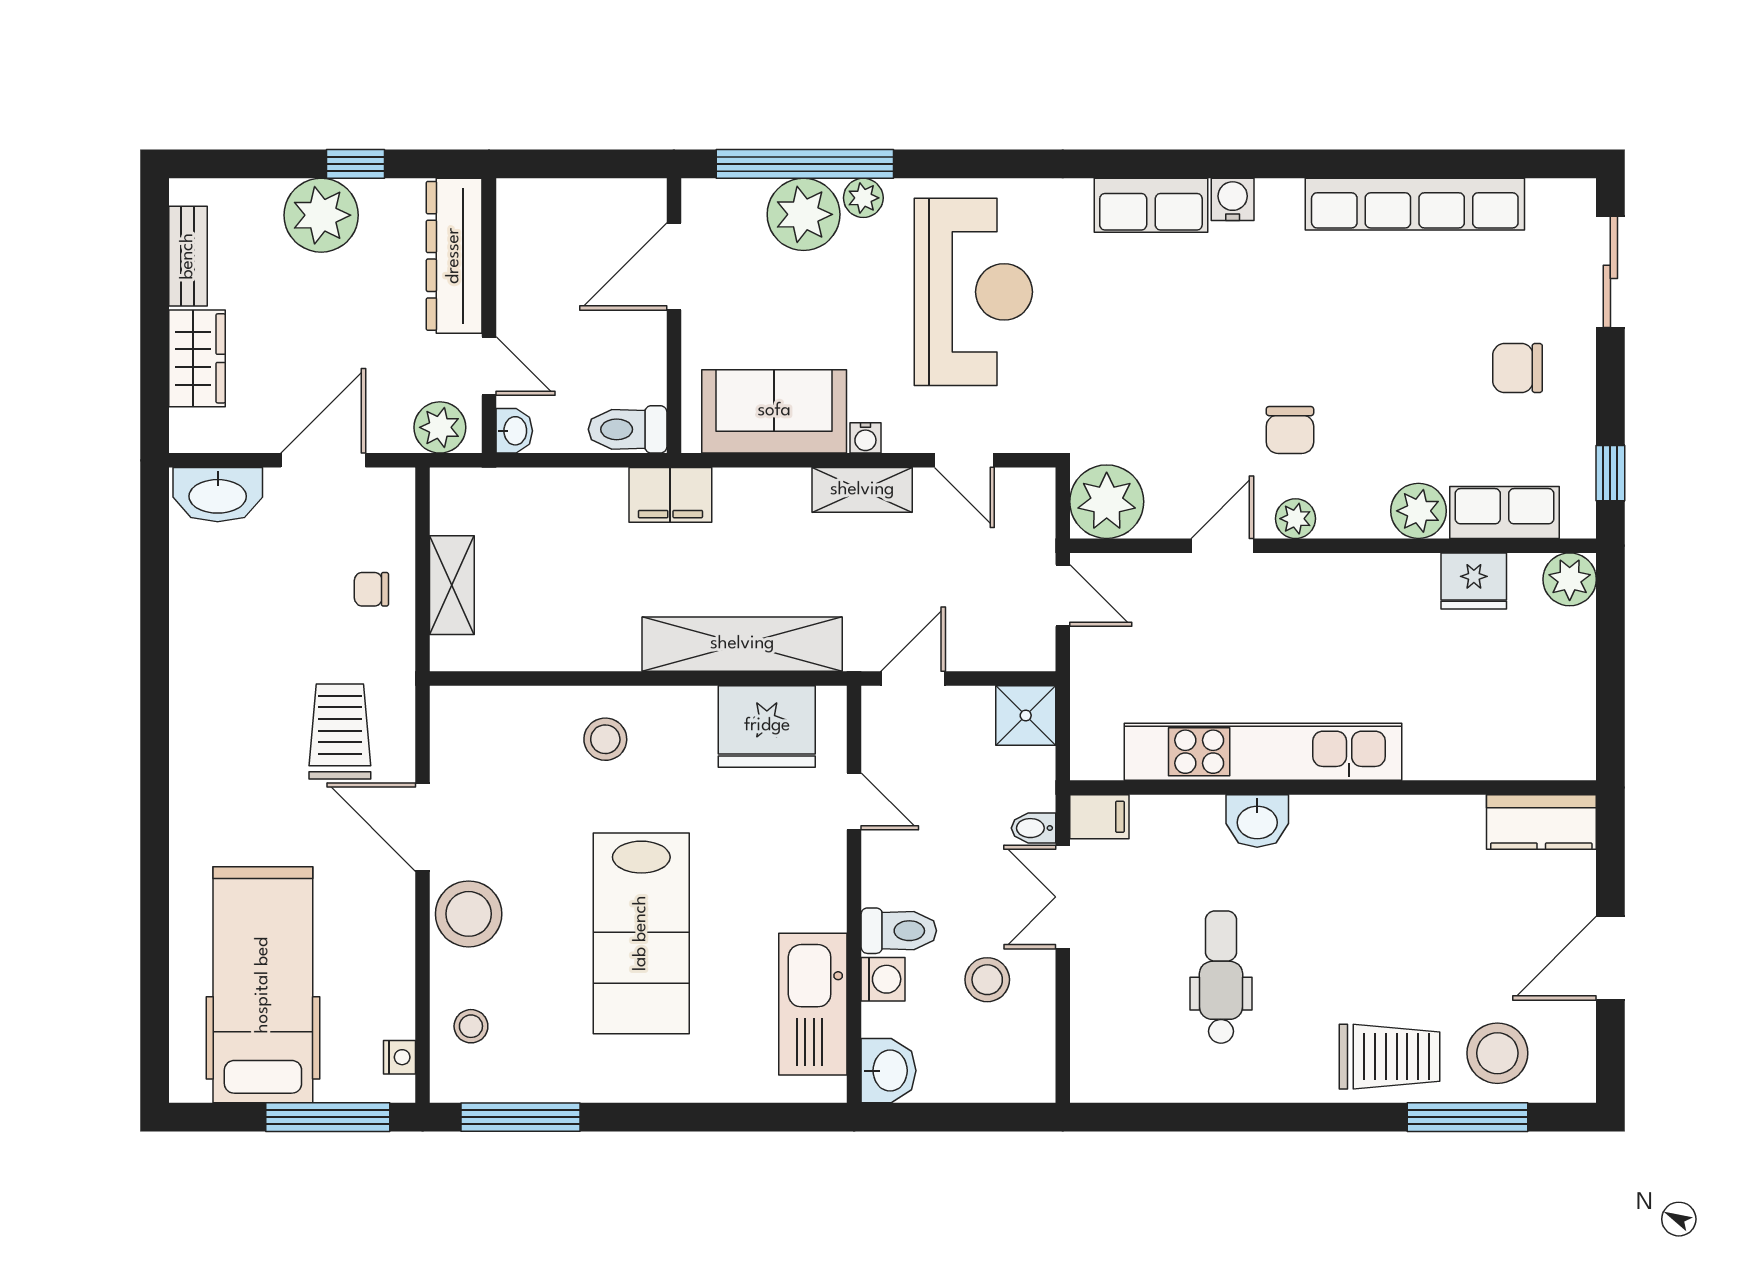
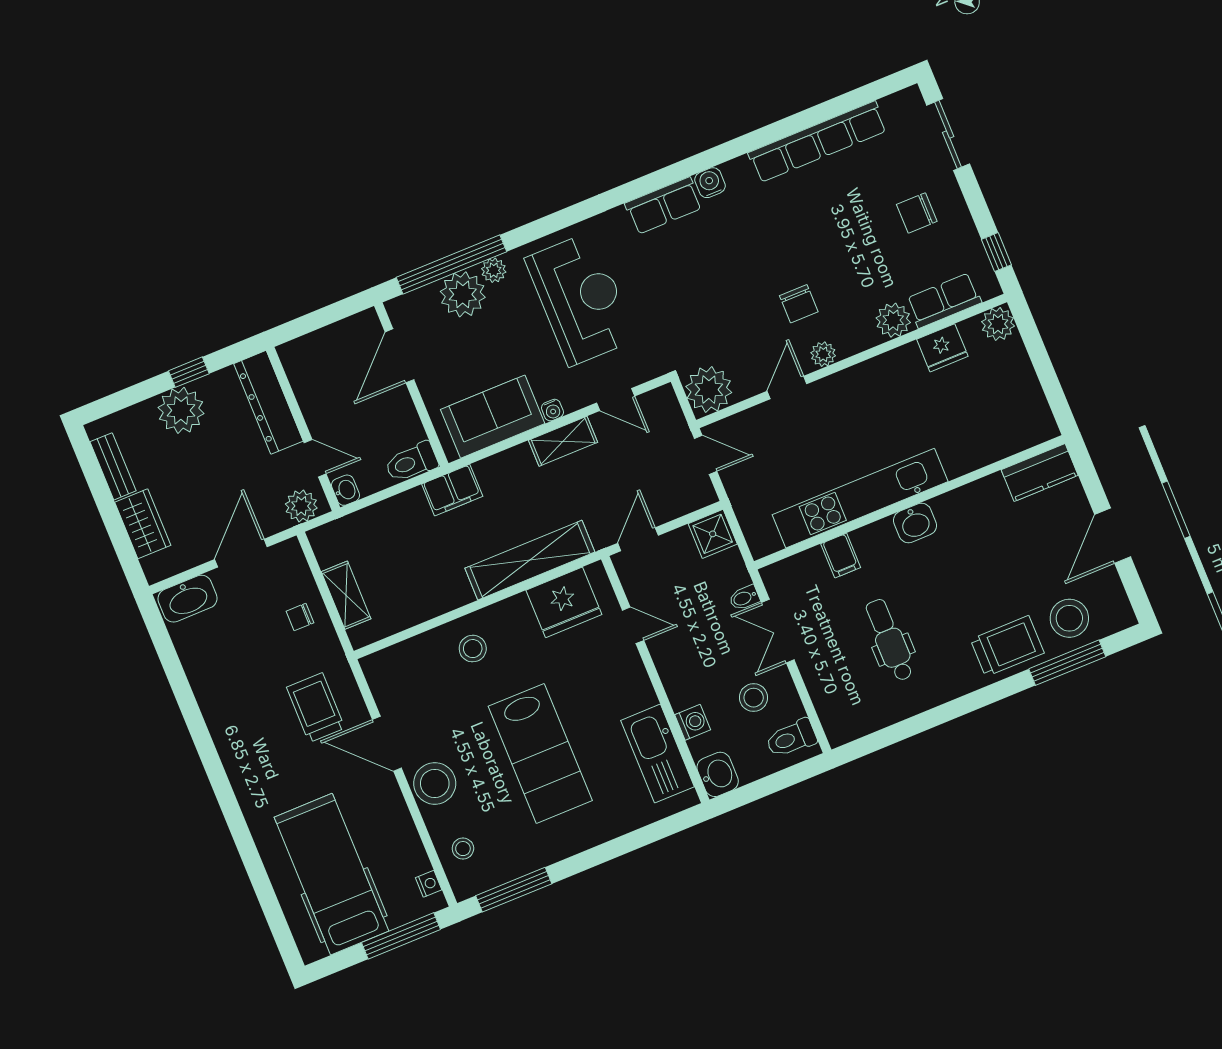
filing cabinet: (1099, 817) -> (841, 556), moved, turned 90
washbasin: (1257, 821) -> (915, 523), moved
toilet: (899, 931) -> (791, 738), moved, turned 180

